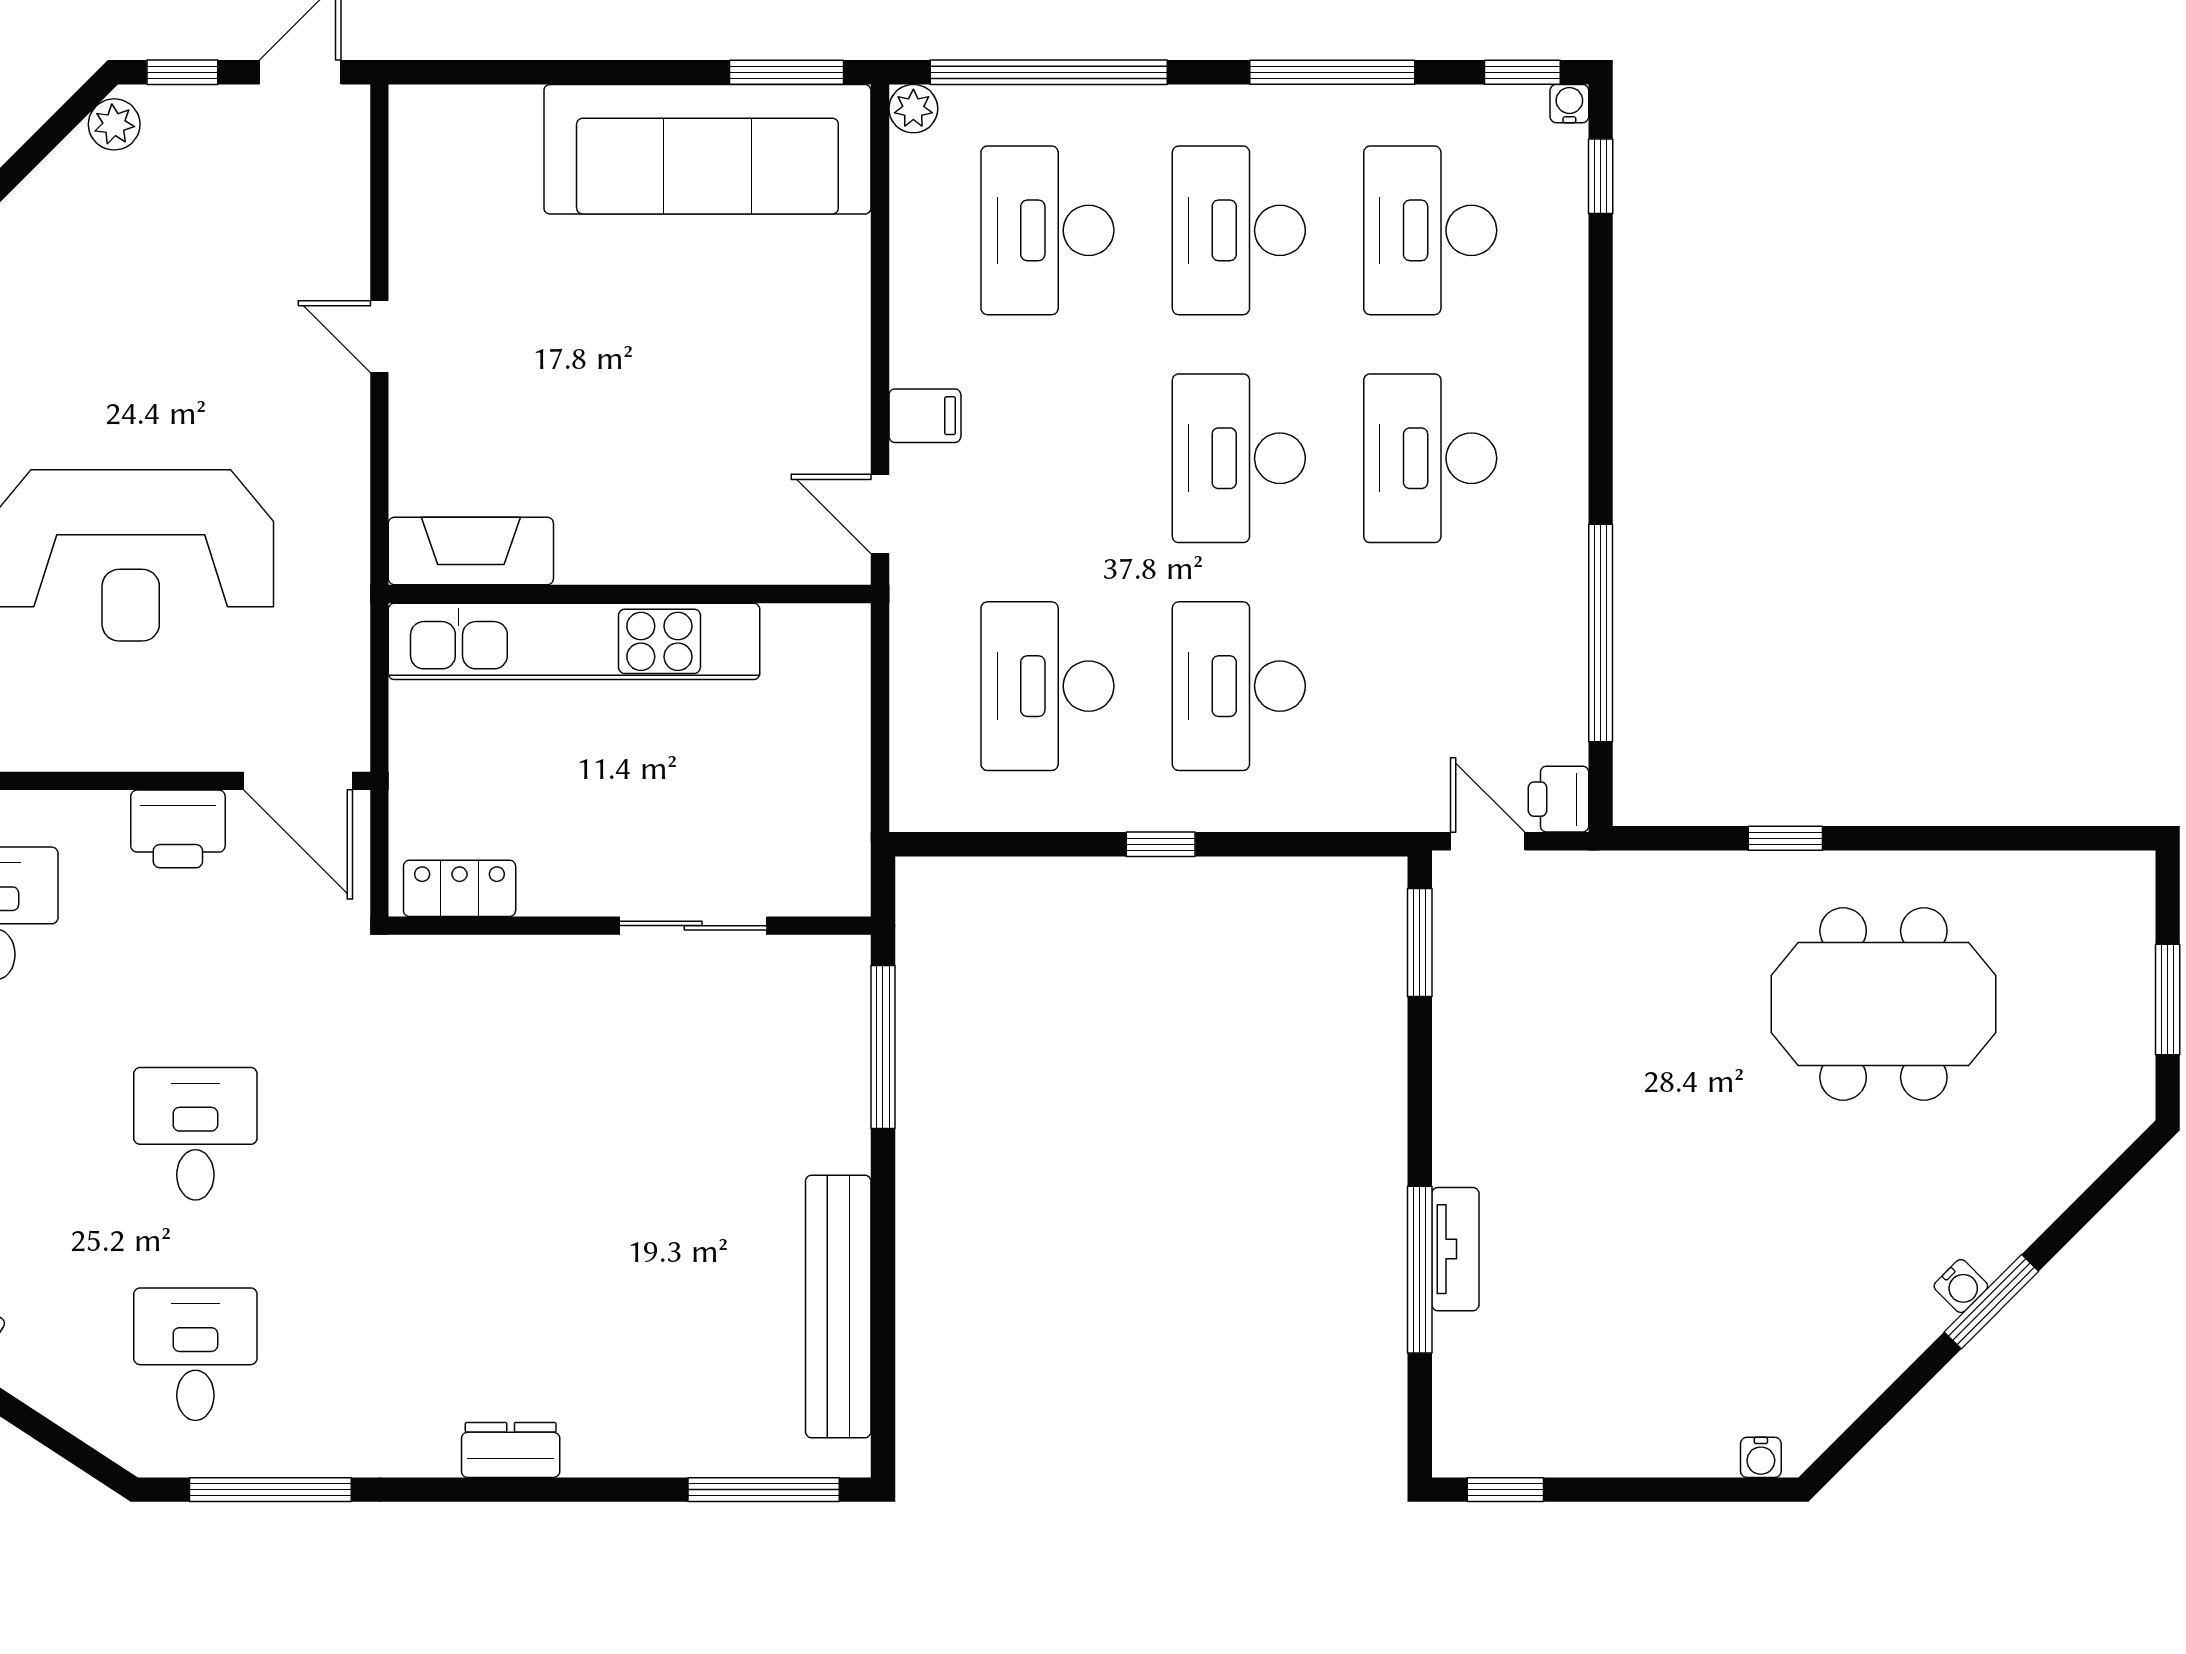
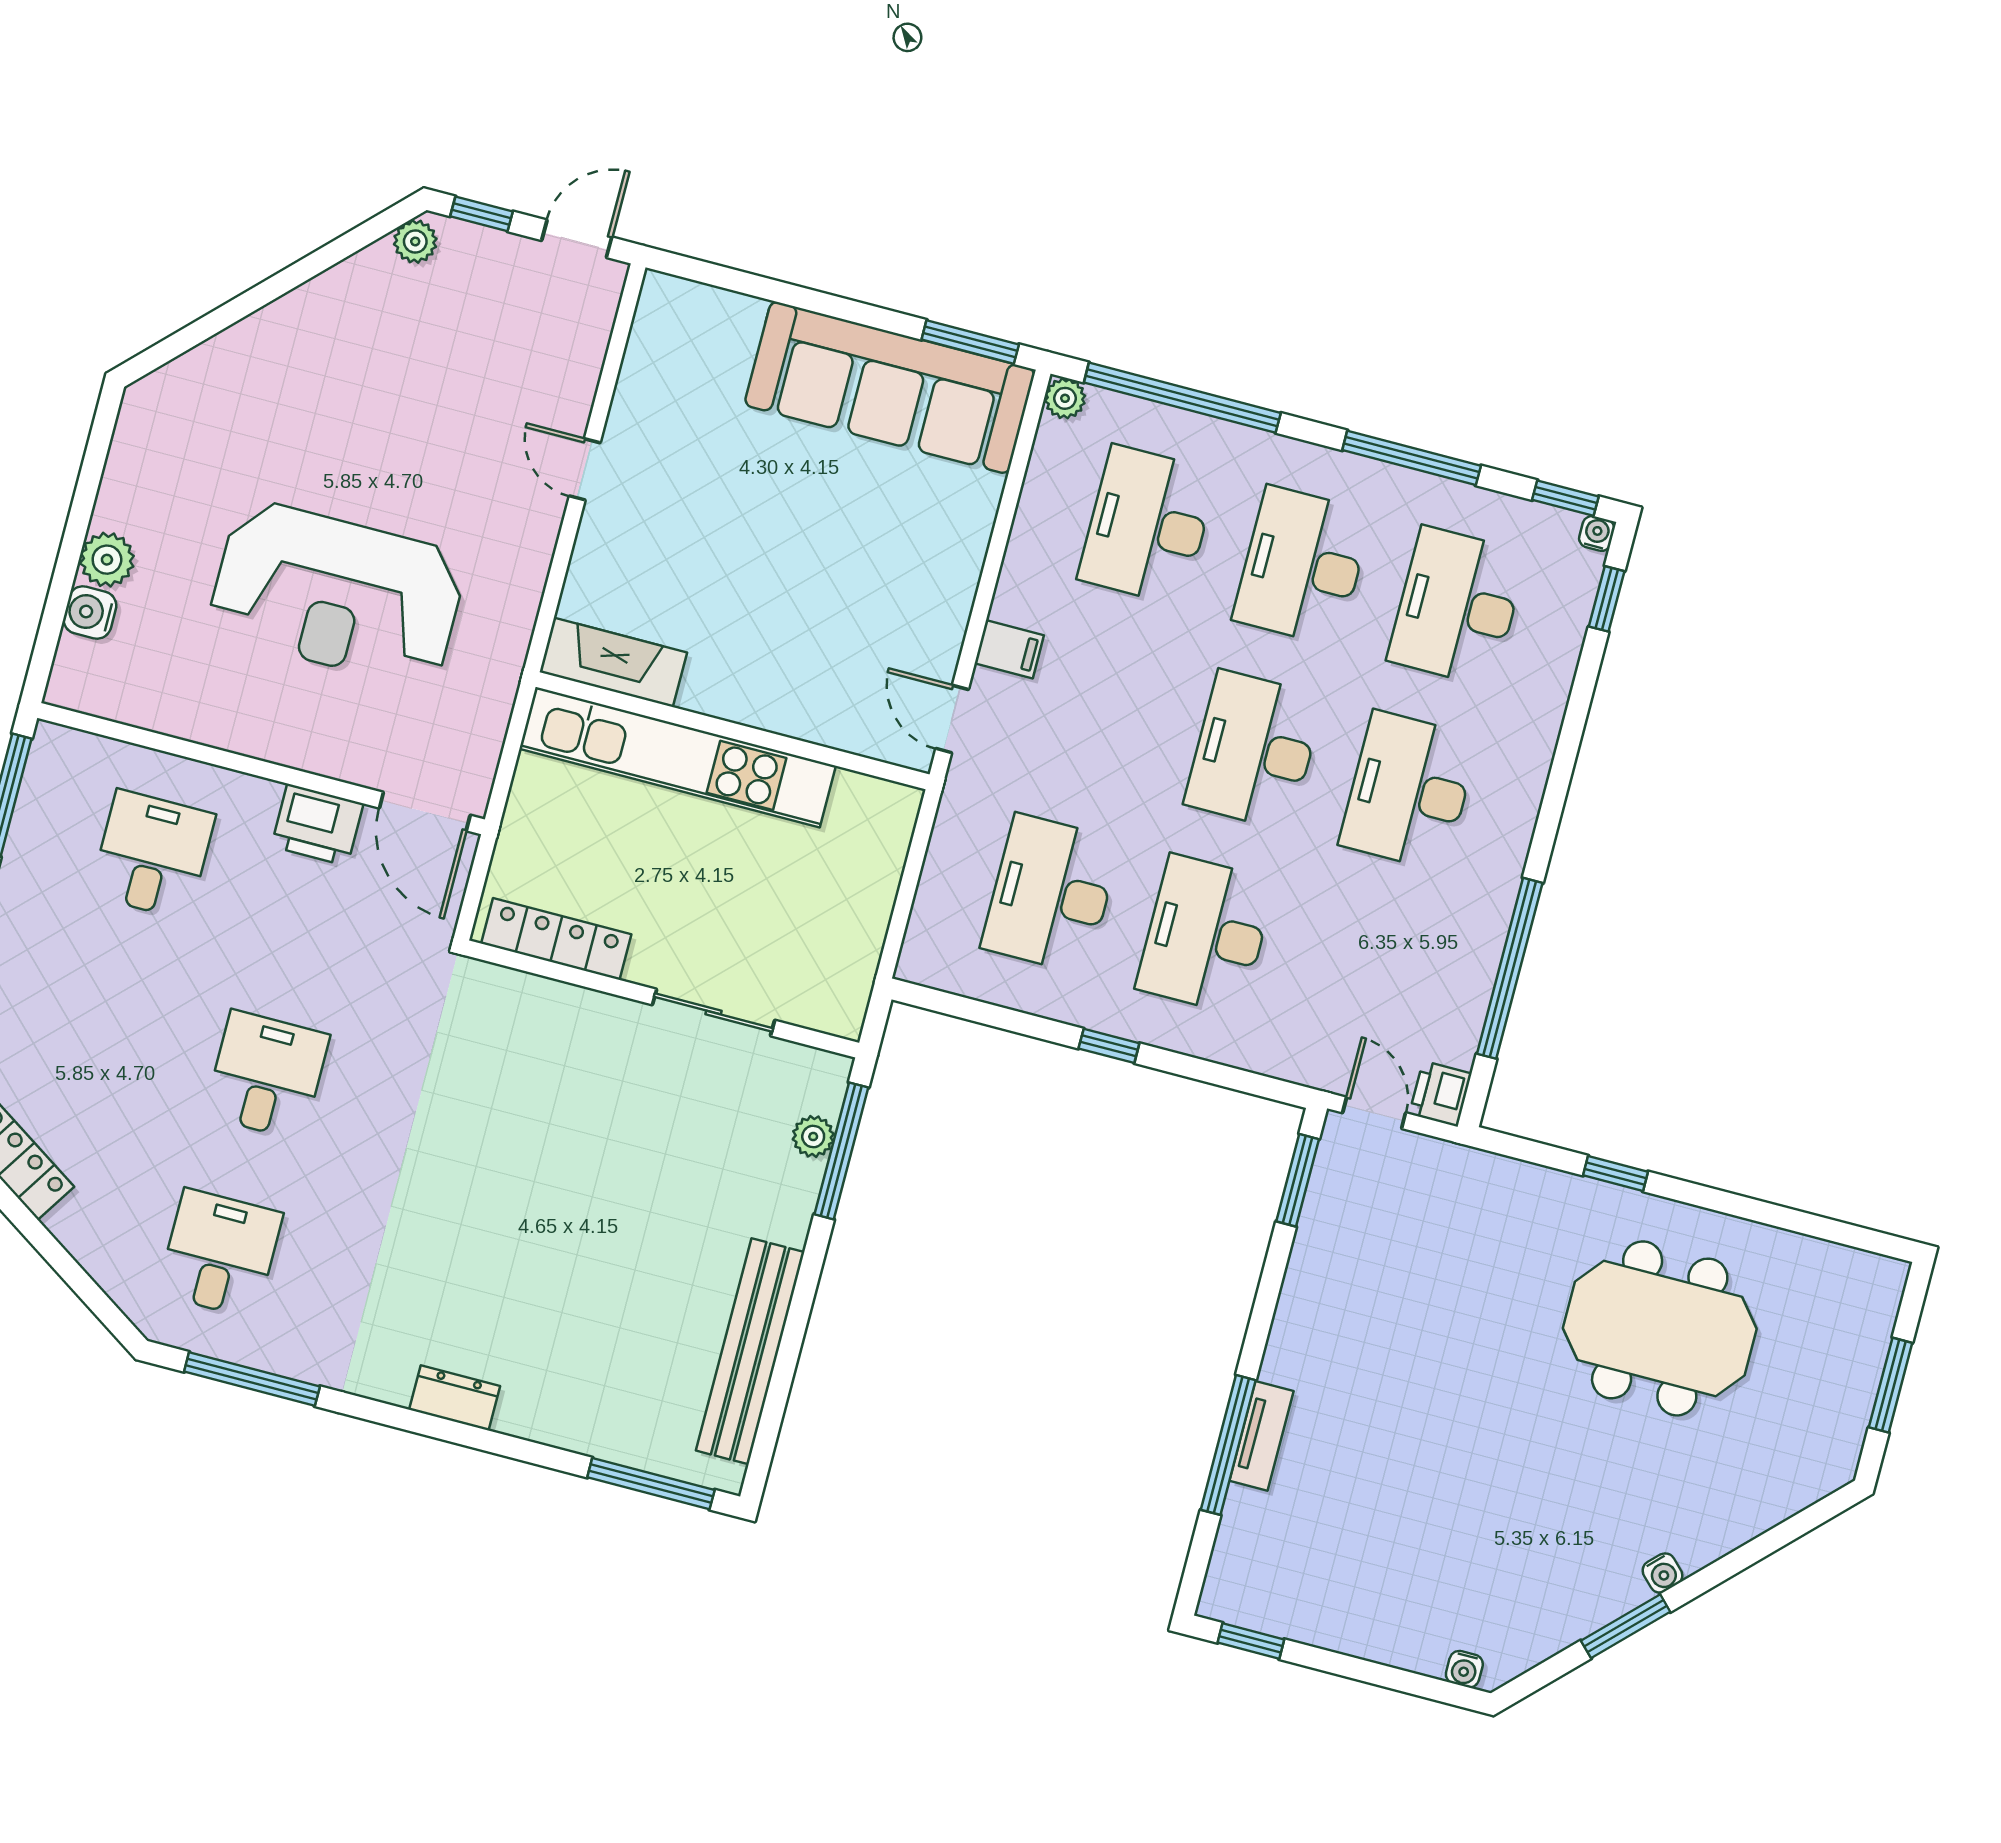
locker: (460, 888) -> (556, 939), width x1.53
plant: (846, 1039) -> (813, 1136), added
window: (1991, 1302) -> (1626, 1626), moved

